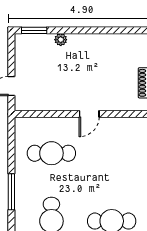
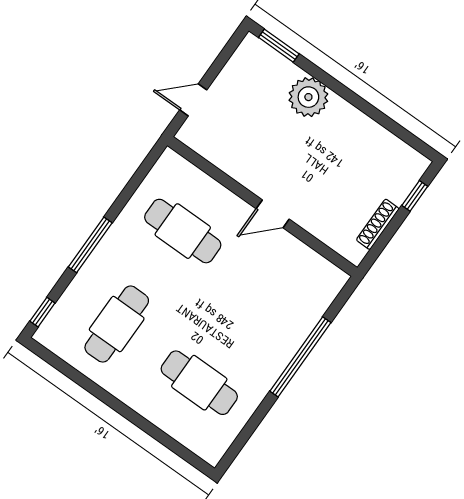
plant: (61, 40) -> (308, 97), width x1.87, depth x1.87

